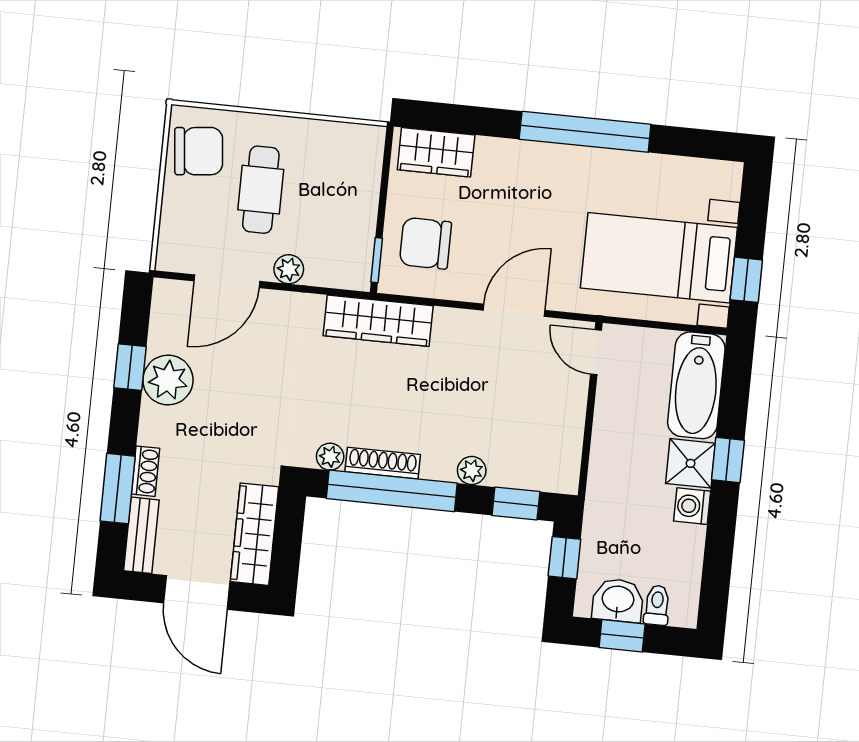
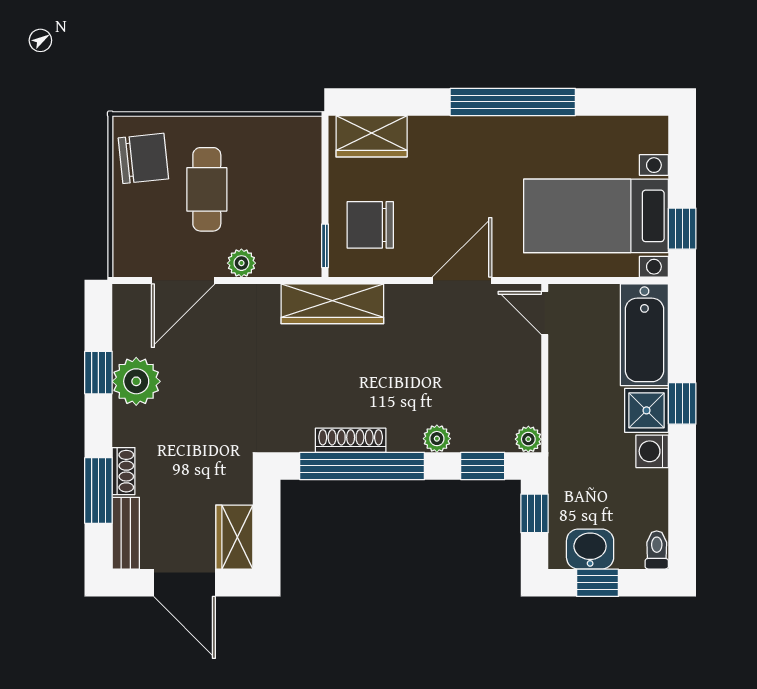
plant: (330, 457) -> (528, 439), moved
wardrobe: (254, 534) -> (234, 537), width x0.67
toilet: (657, 605) -> (657, 550), moved

